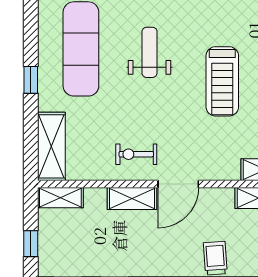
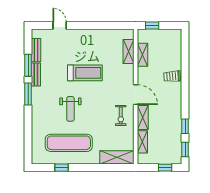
weight bench: (150, 52) -> (70, 109), turned -90
window: (31, 80) -> (62, 168), moved
shelving: (60, 198) -> (142, 142), moved

